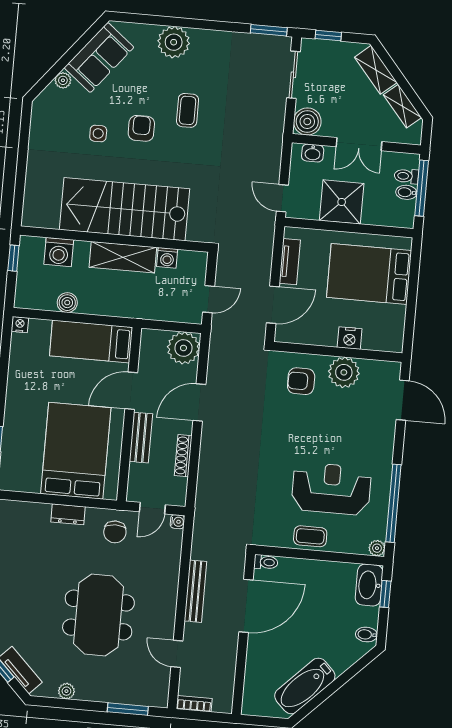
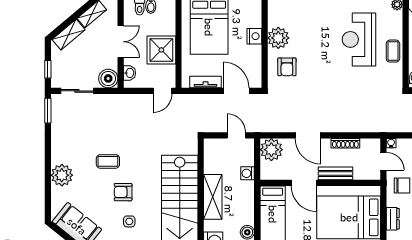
washing machine: (167, 258) -> (248, 173), moved, turned 180

